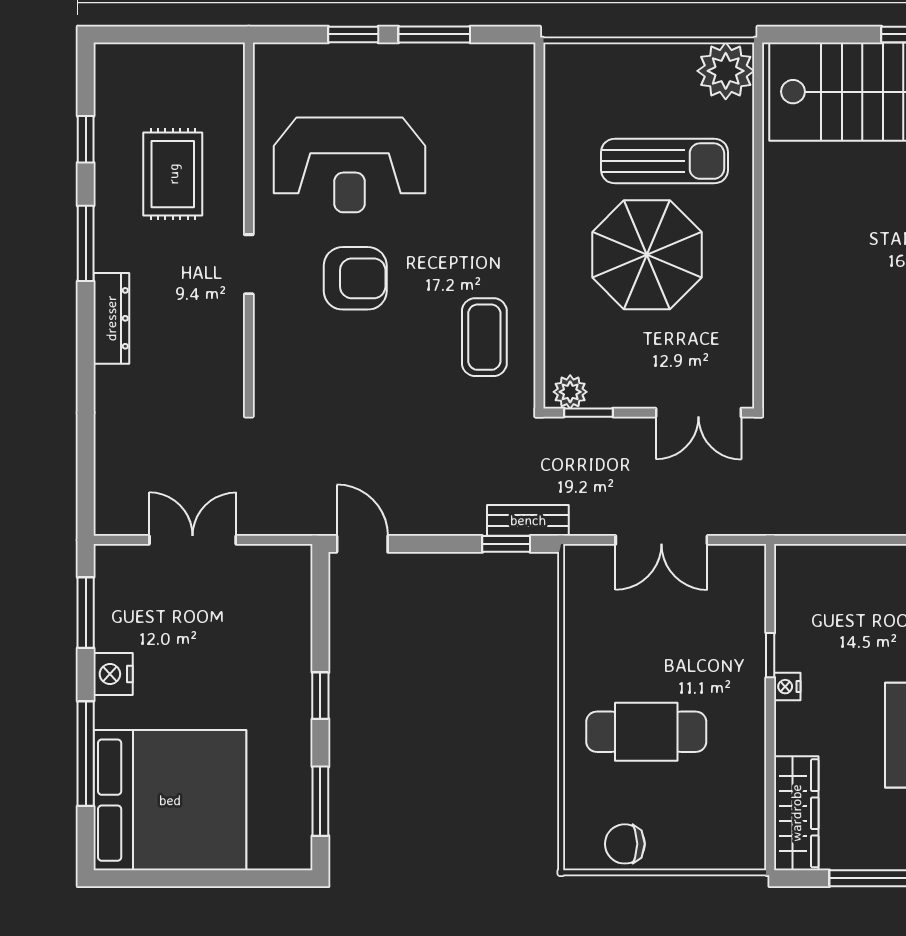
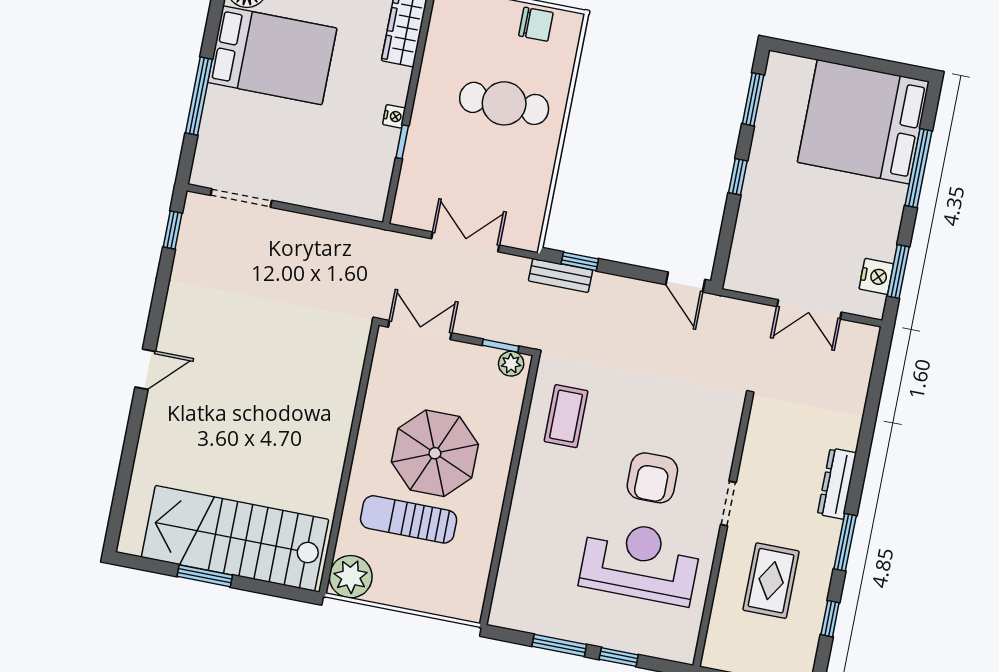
armchair: (355, 278) -> (652, 478), turned -90
nightstand: (113, 674) -> (876, 276), moved

